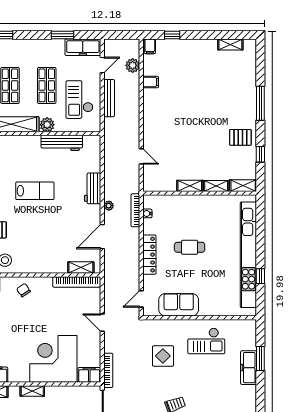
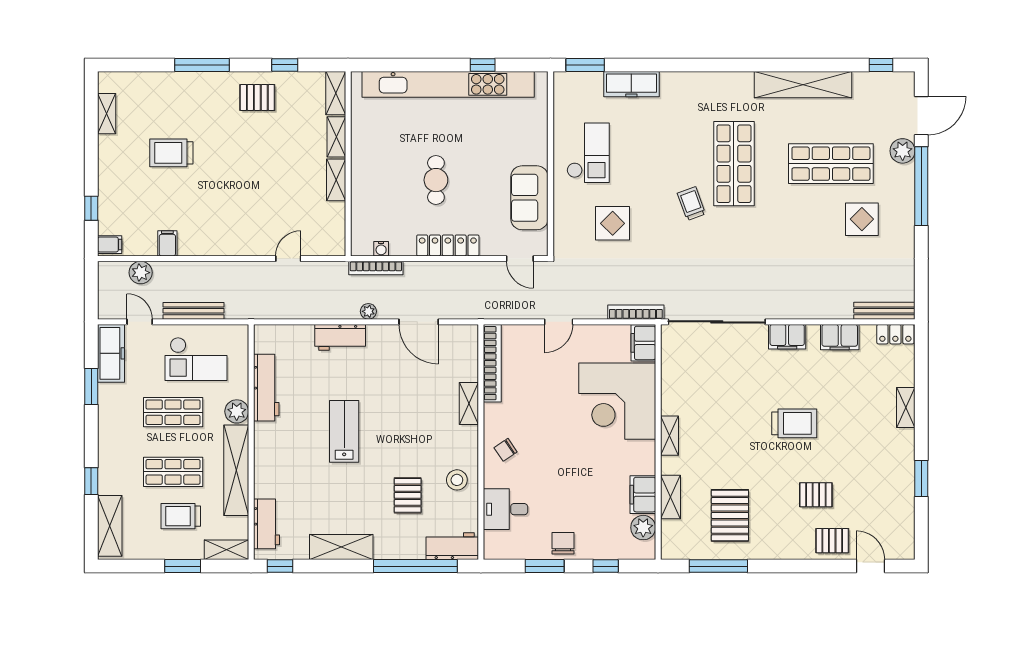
trolley: (206, 84) -> (171, 153), added
pallet: (240, 137) -> (257, 97), turned 90
shelving: (81, 268) -> (469, 403), moved
window: (260, 359) -> (585, 65), moved

